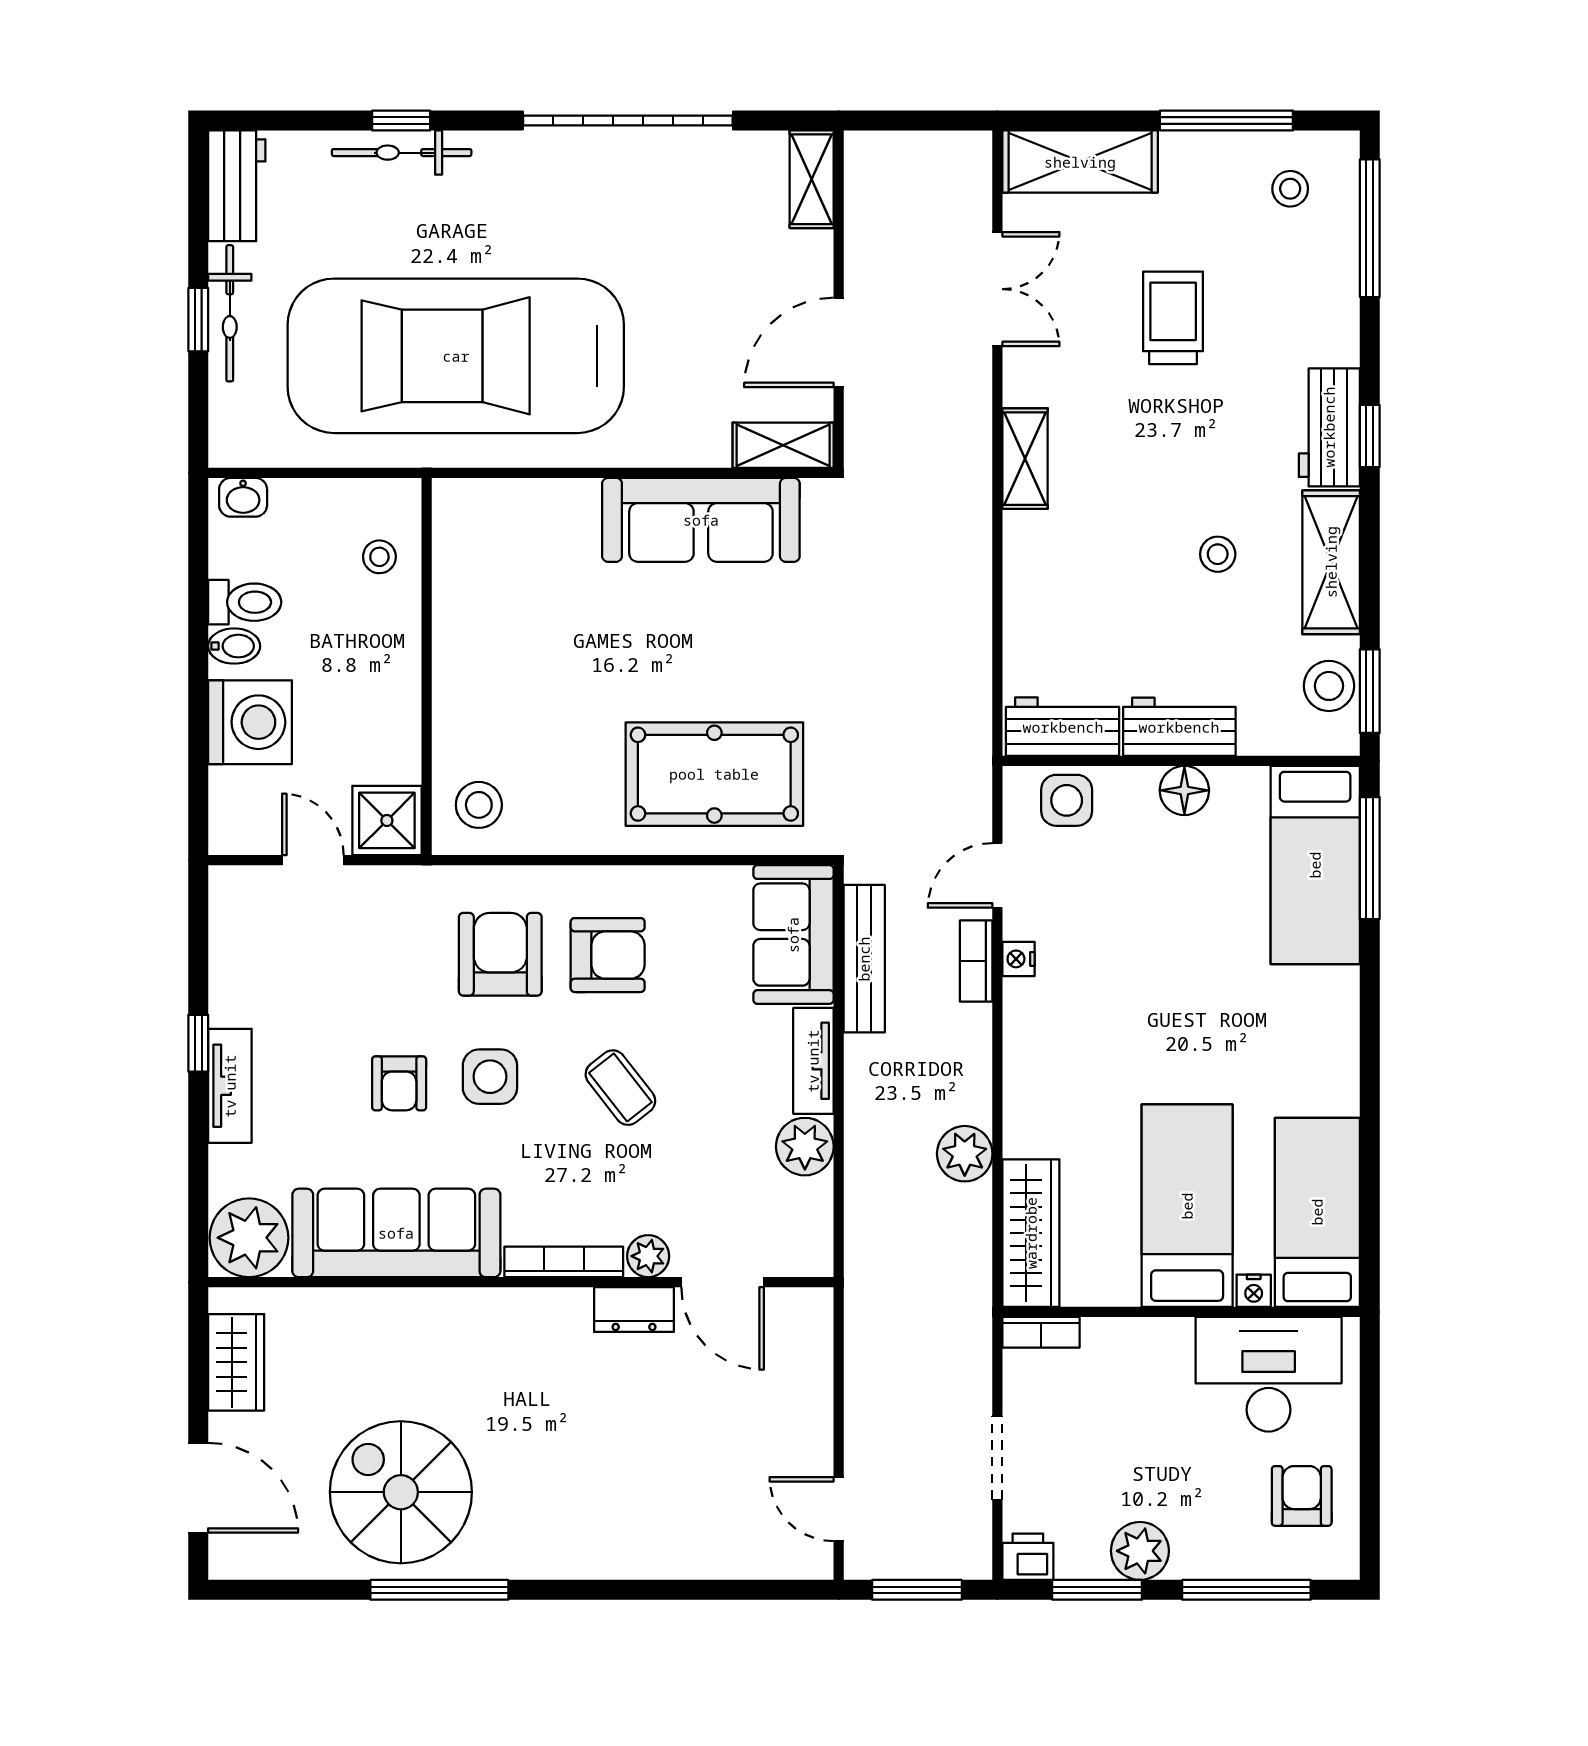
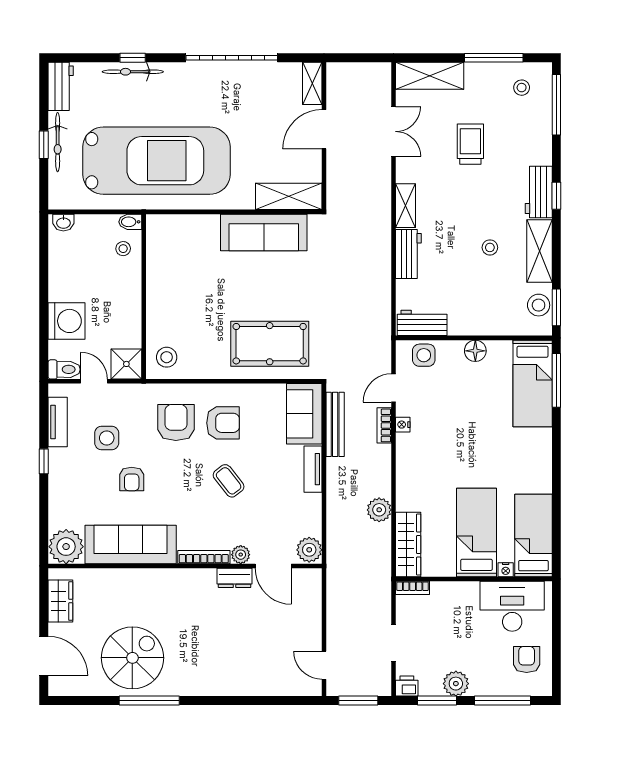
door: (839, 342) -> (324, 129), moved
car: (456, 356) -> (156, 161), turned 180
shelving: (783, 445) -> (289, 196), width x1.50, depth x1.33
toilet: (245, 602) -> (64, 369), moved
bidet: (234, 646) -> (130, 222), moved, turned 180
workbench: (1179, 727) -> (408, 254), moved, turned 90
side table: (490, 1077) -> (107, 438), moved
tv unit: (230, 1086) -> (58, 422), moved
plant: (805, 1147) -> (309, 550), moved
spiral stairs: (401, 1492) -> (132, 658), turned 90

